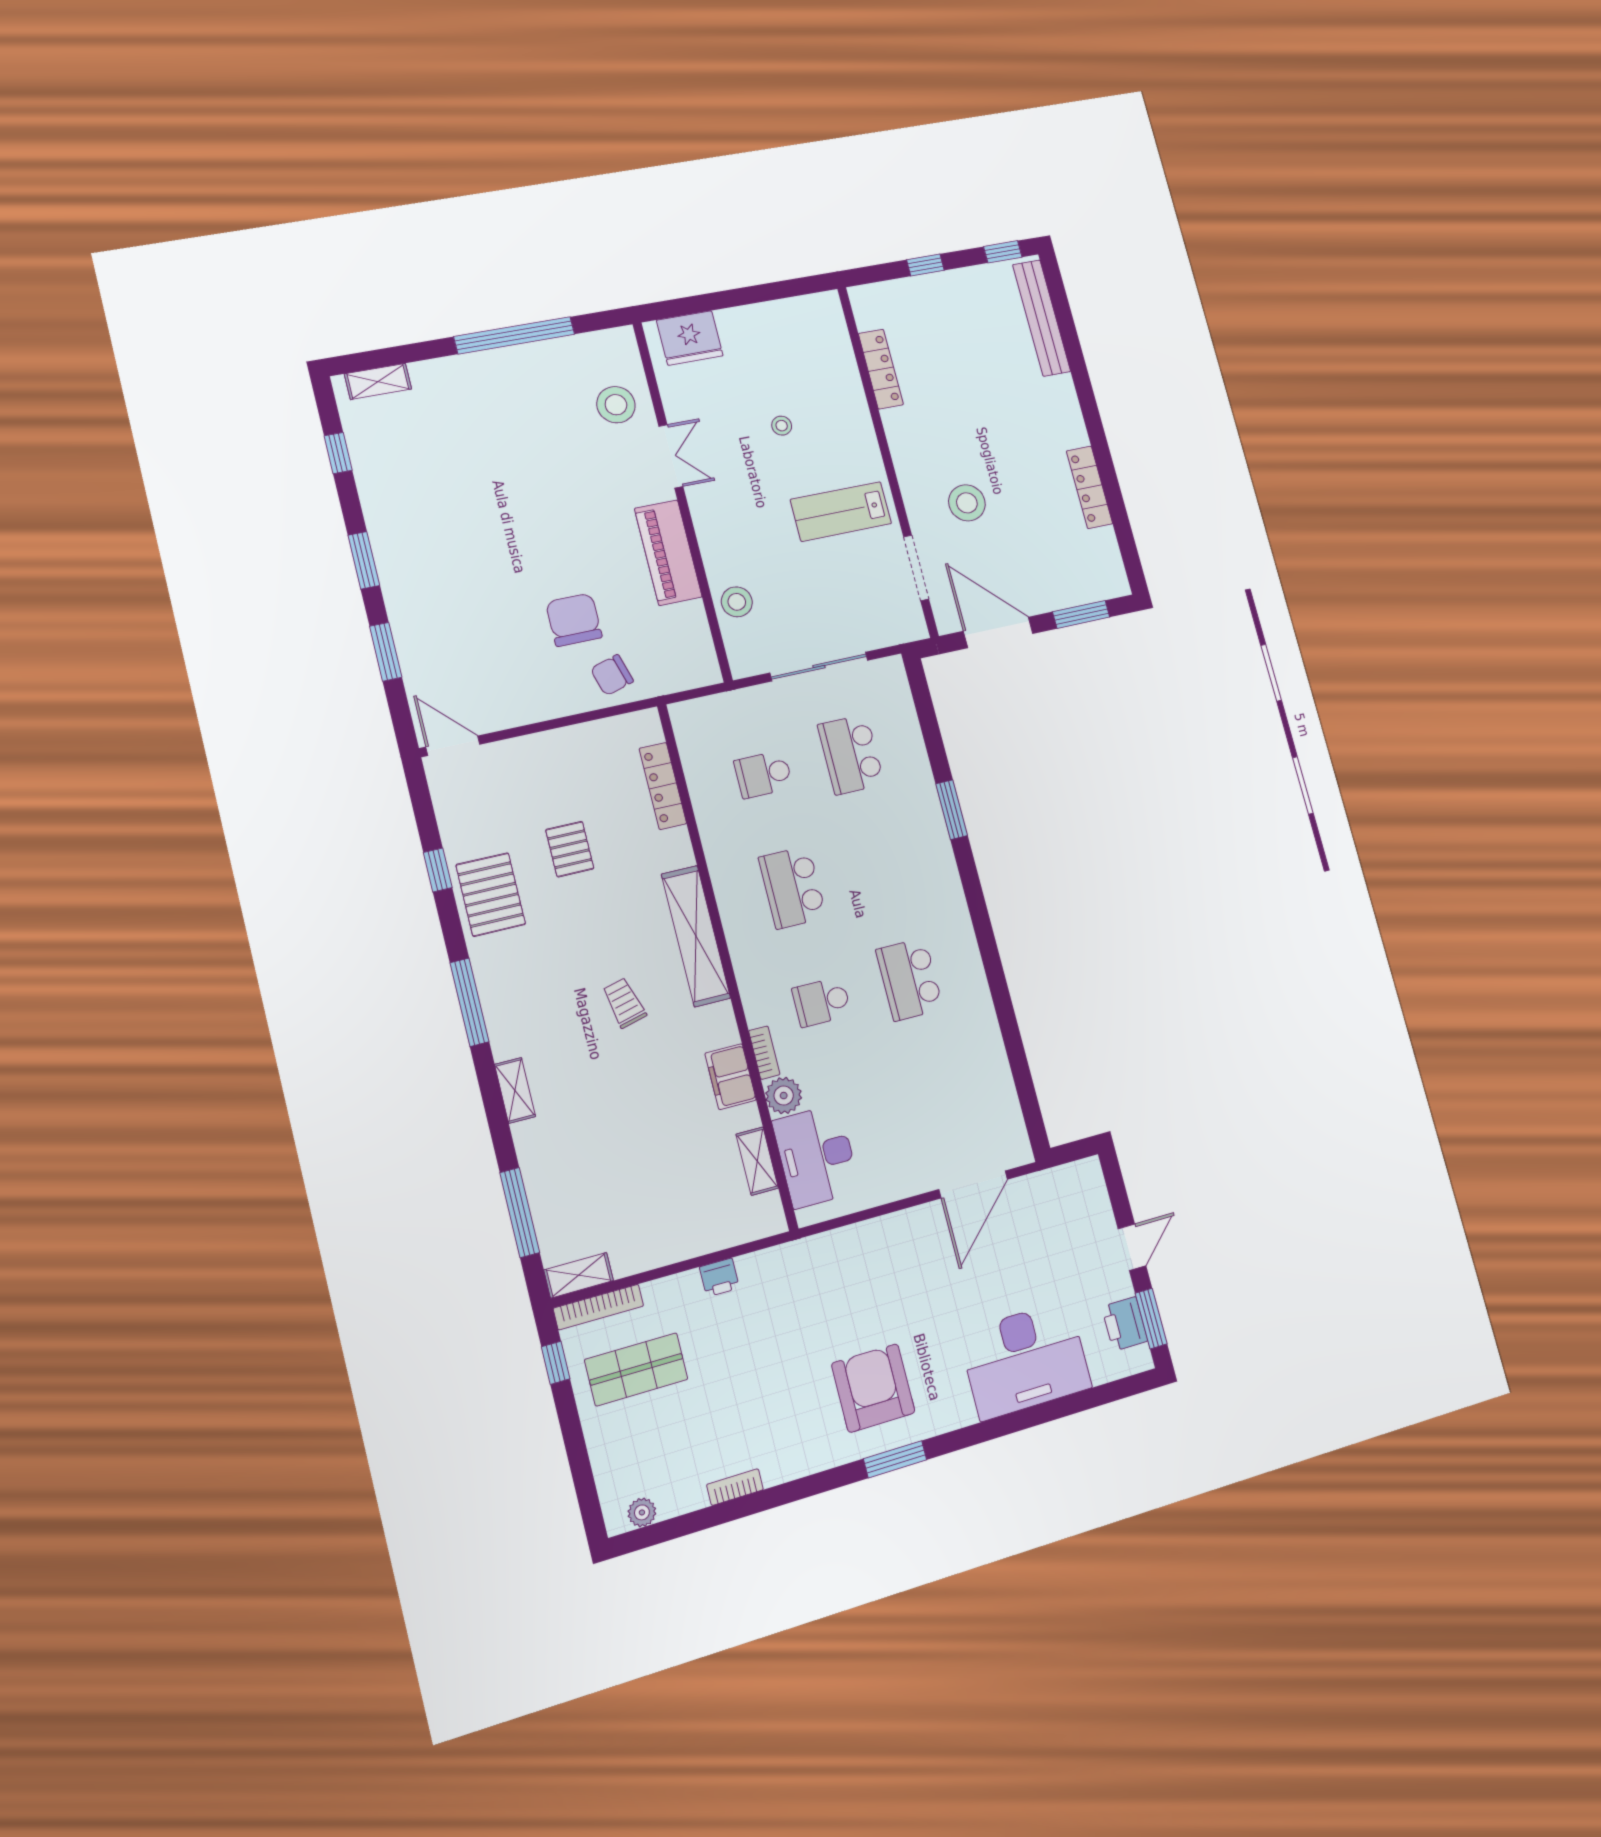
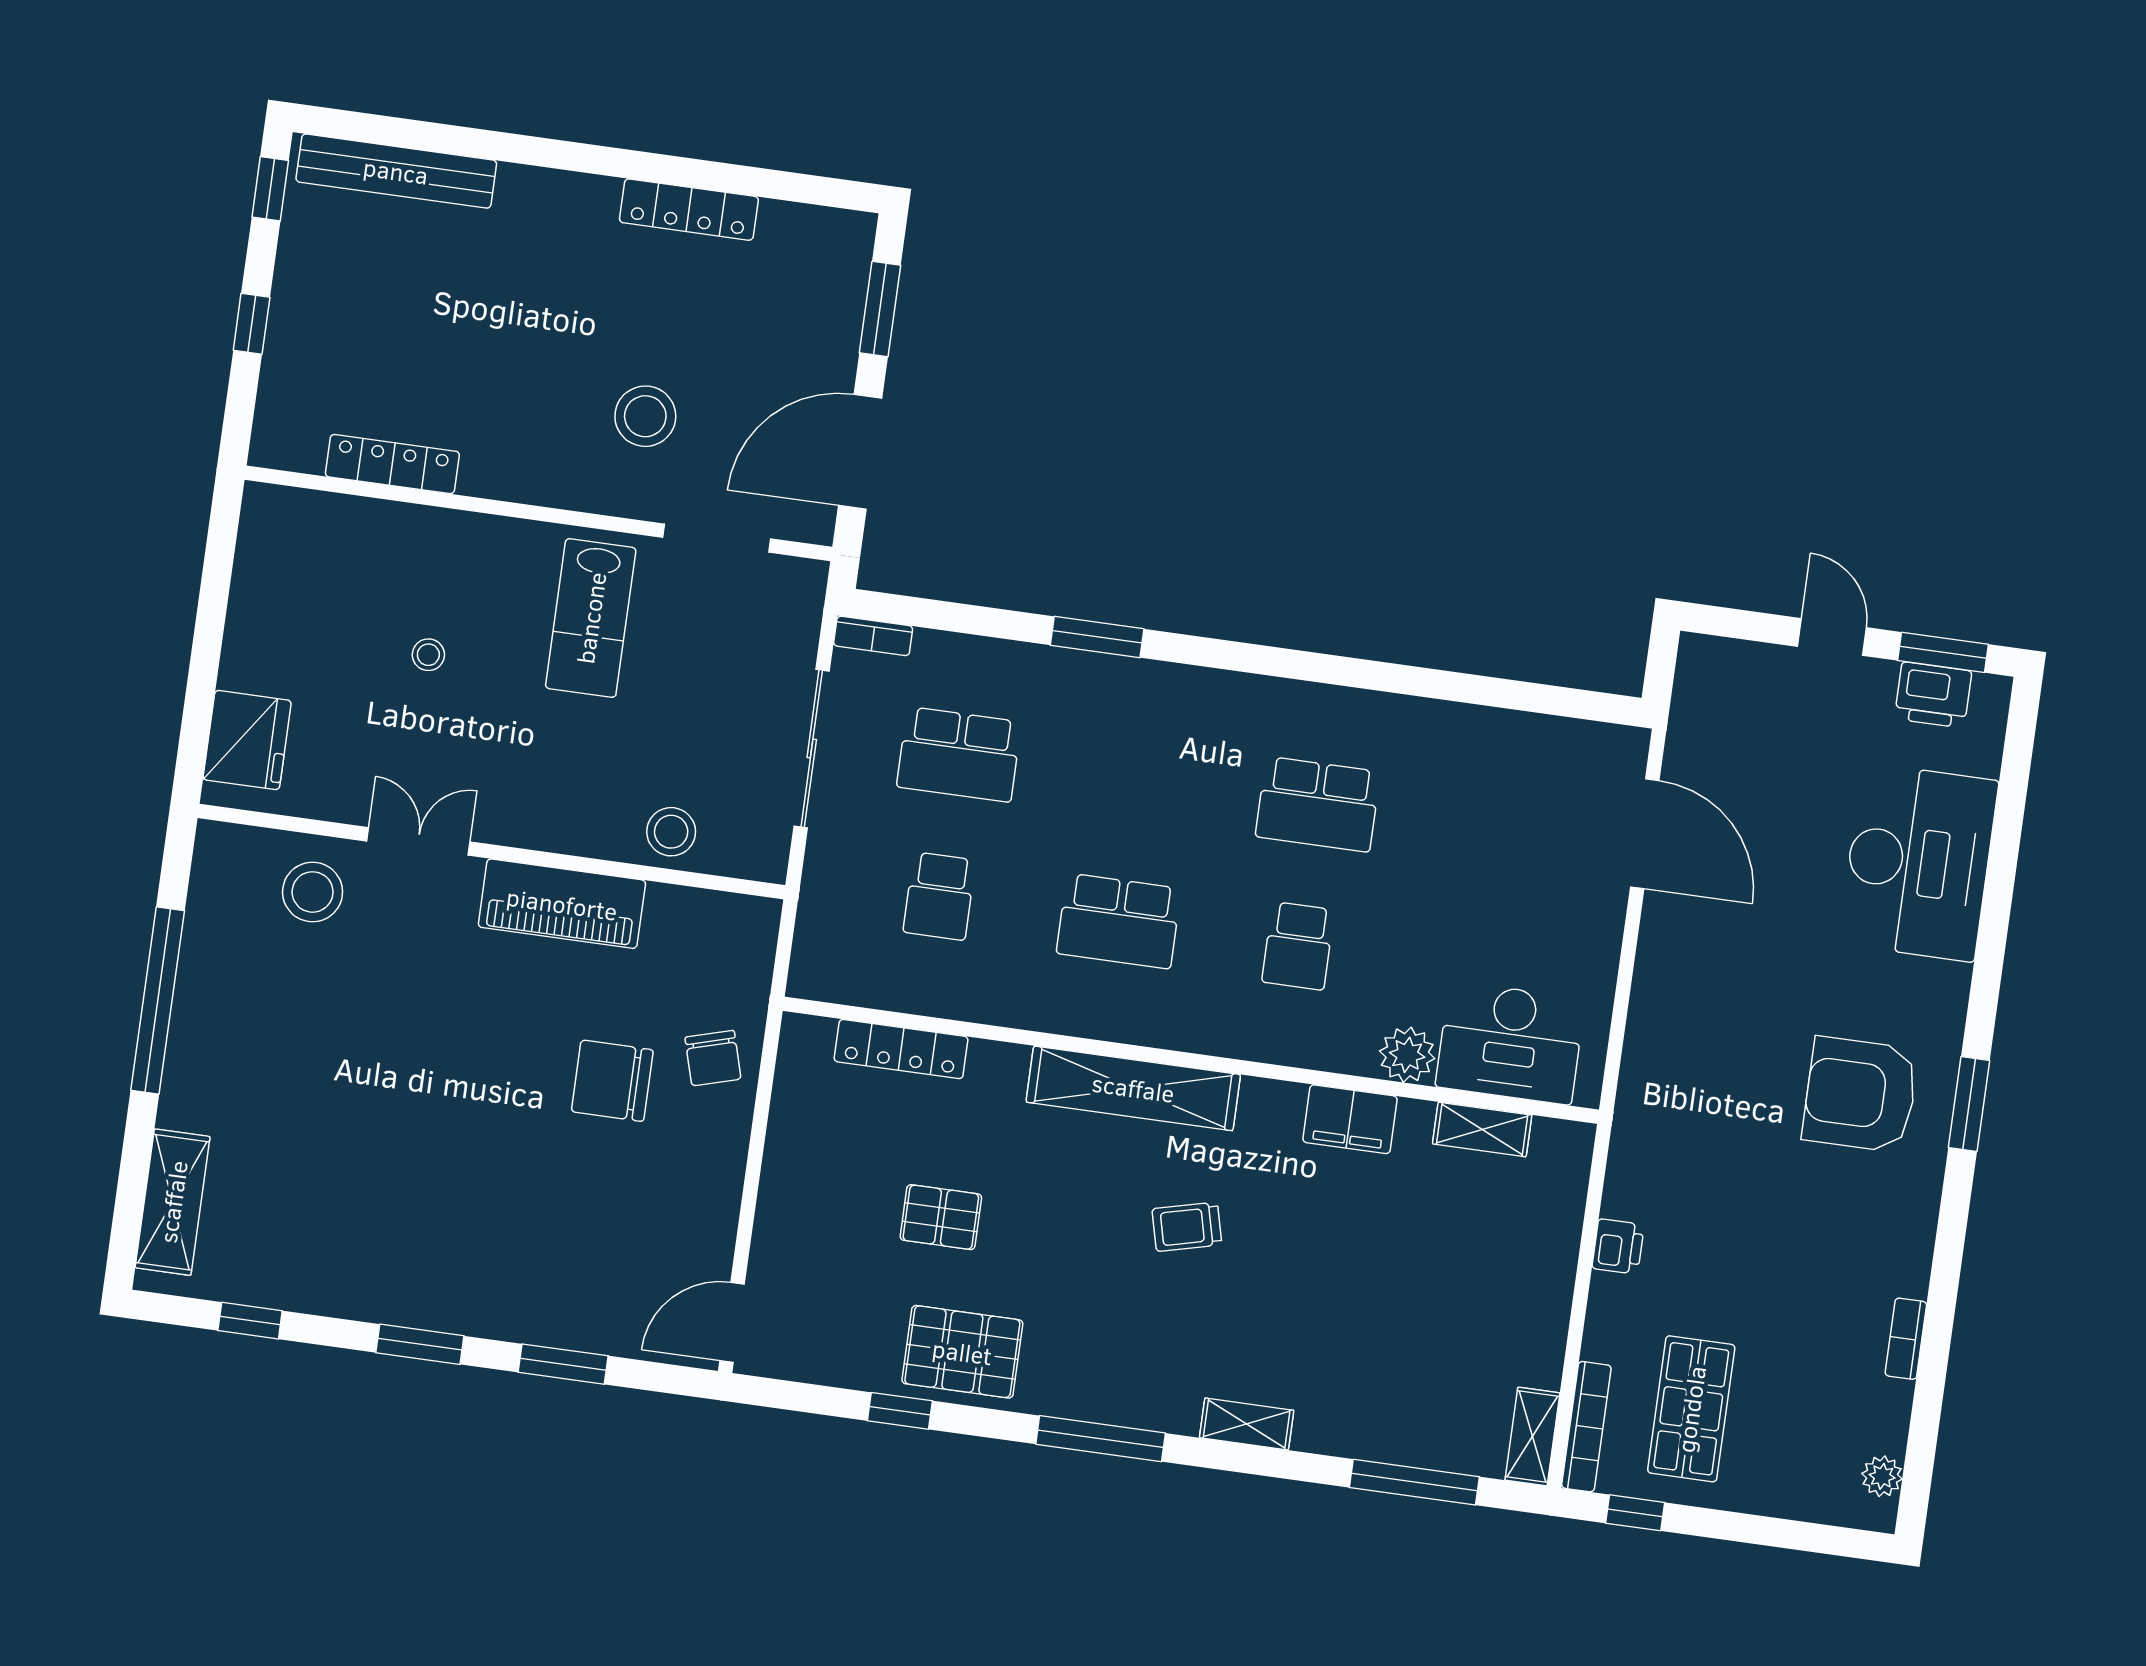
shelving: (378, 381) -> (173, 1202), width x1.50, depth x1.33
bookcase: (764, 1053) -> (873, 636), moved, turned 180

